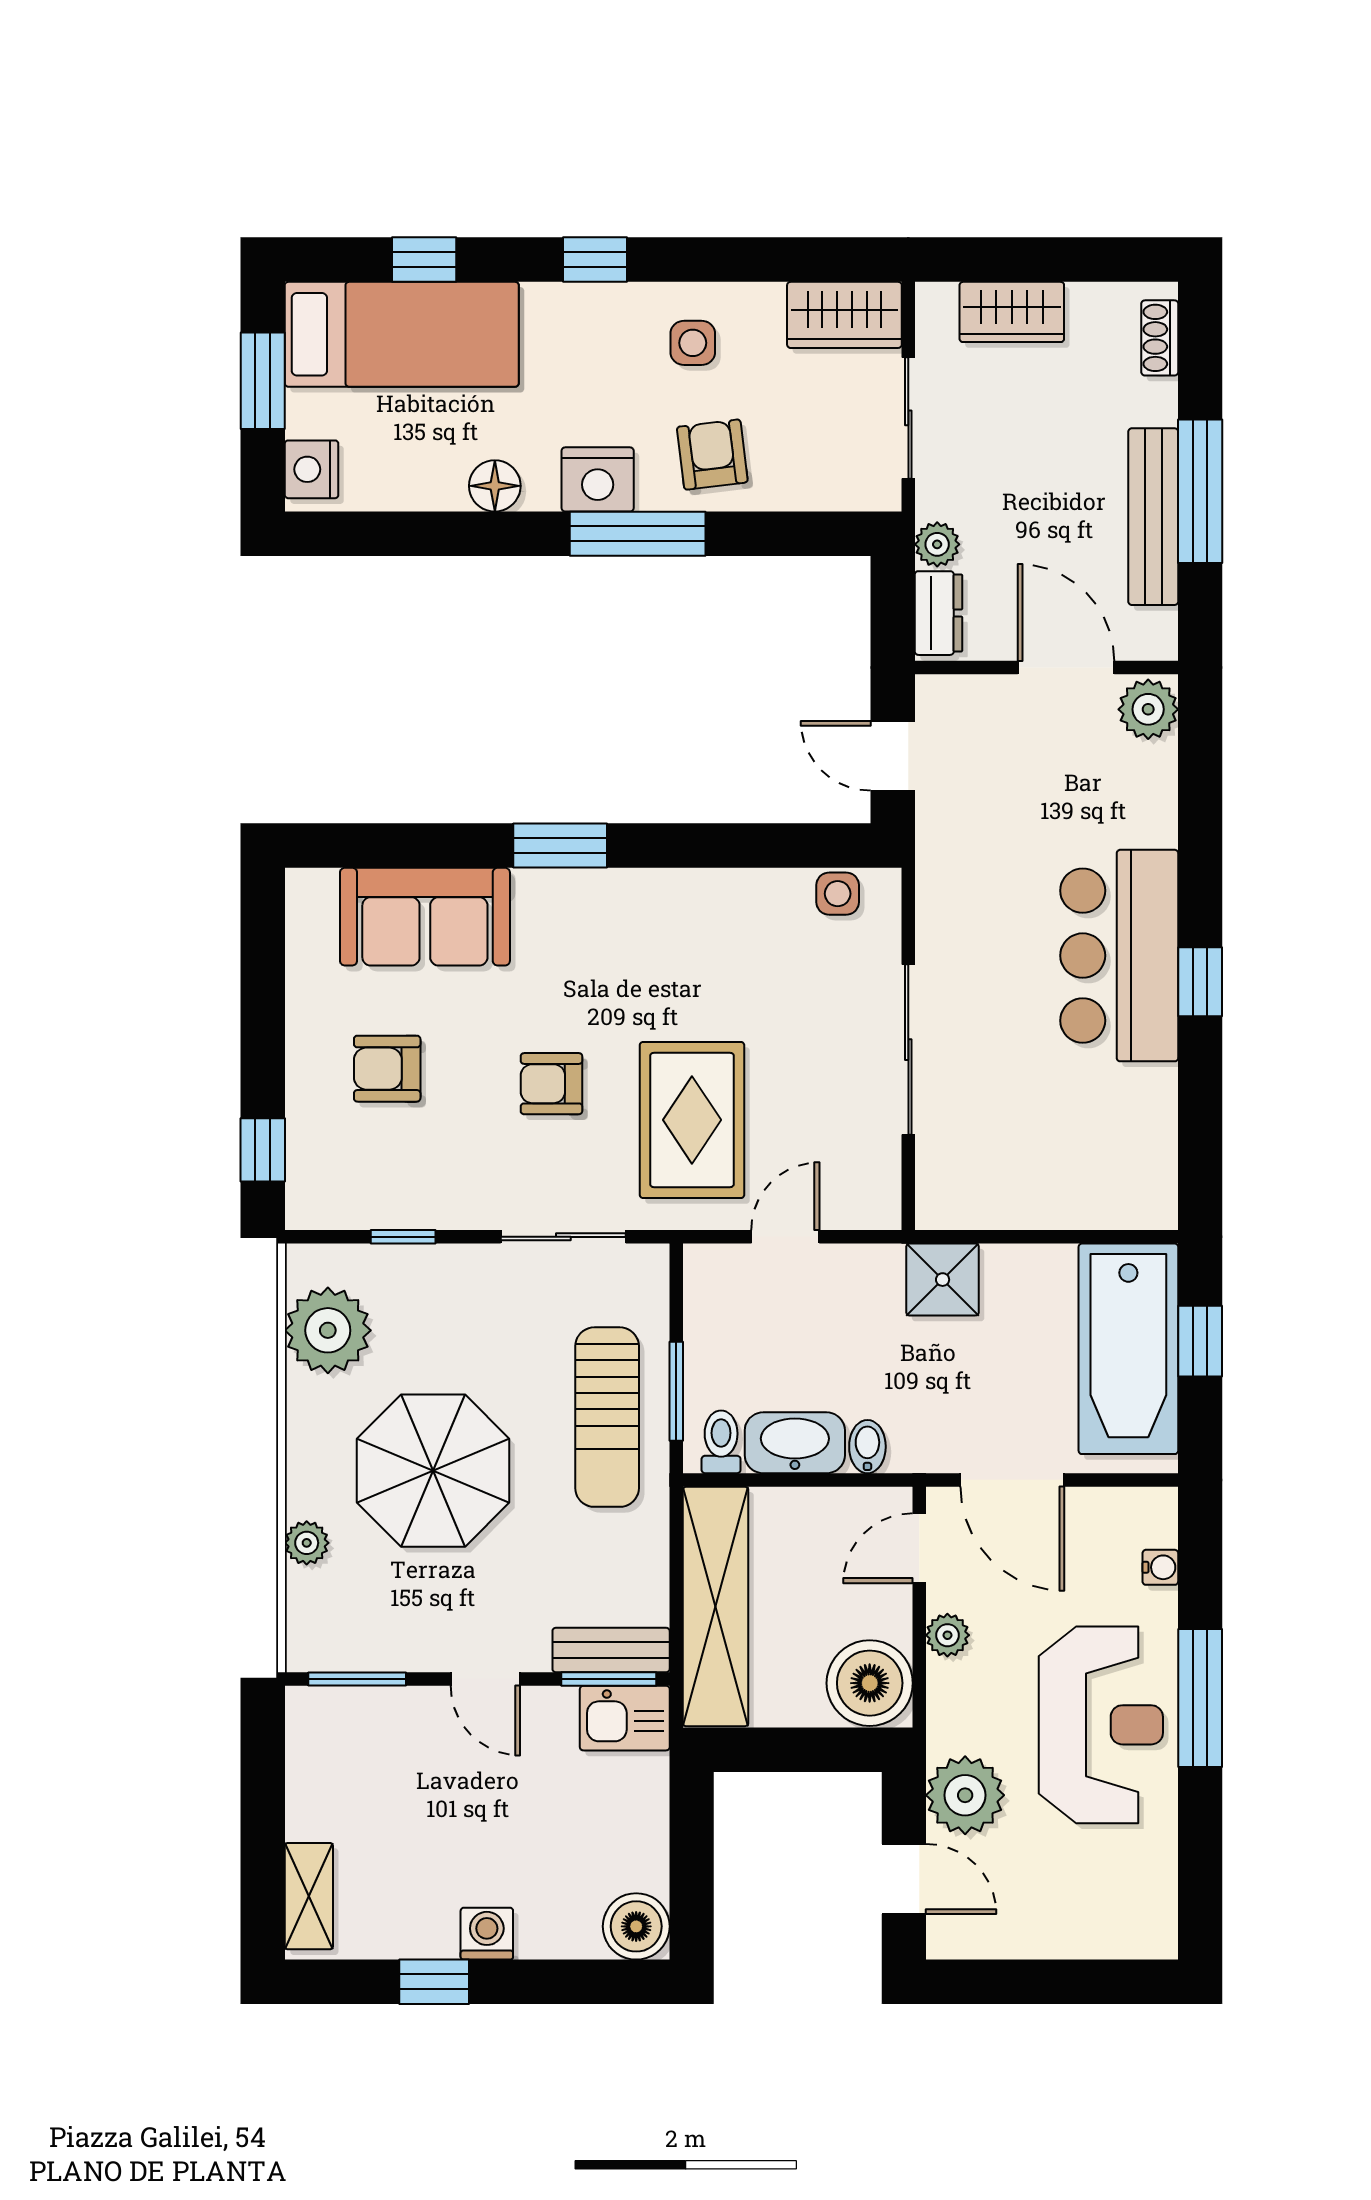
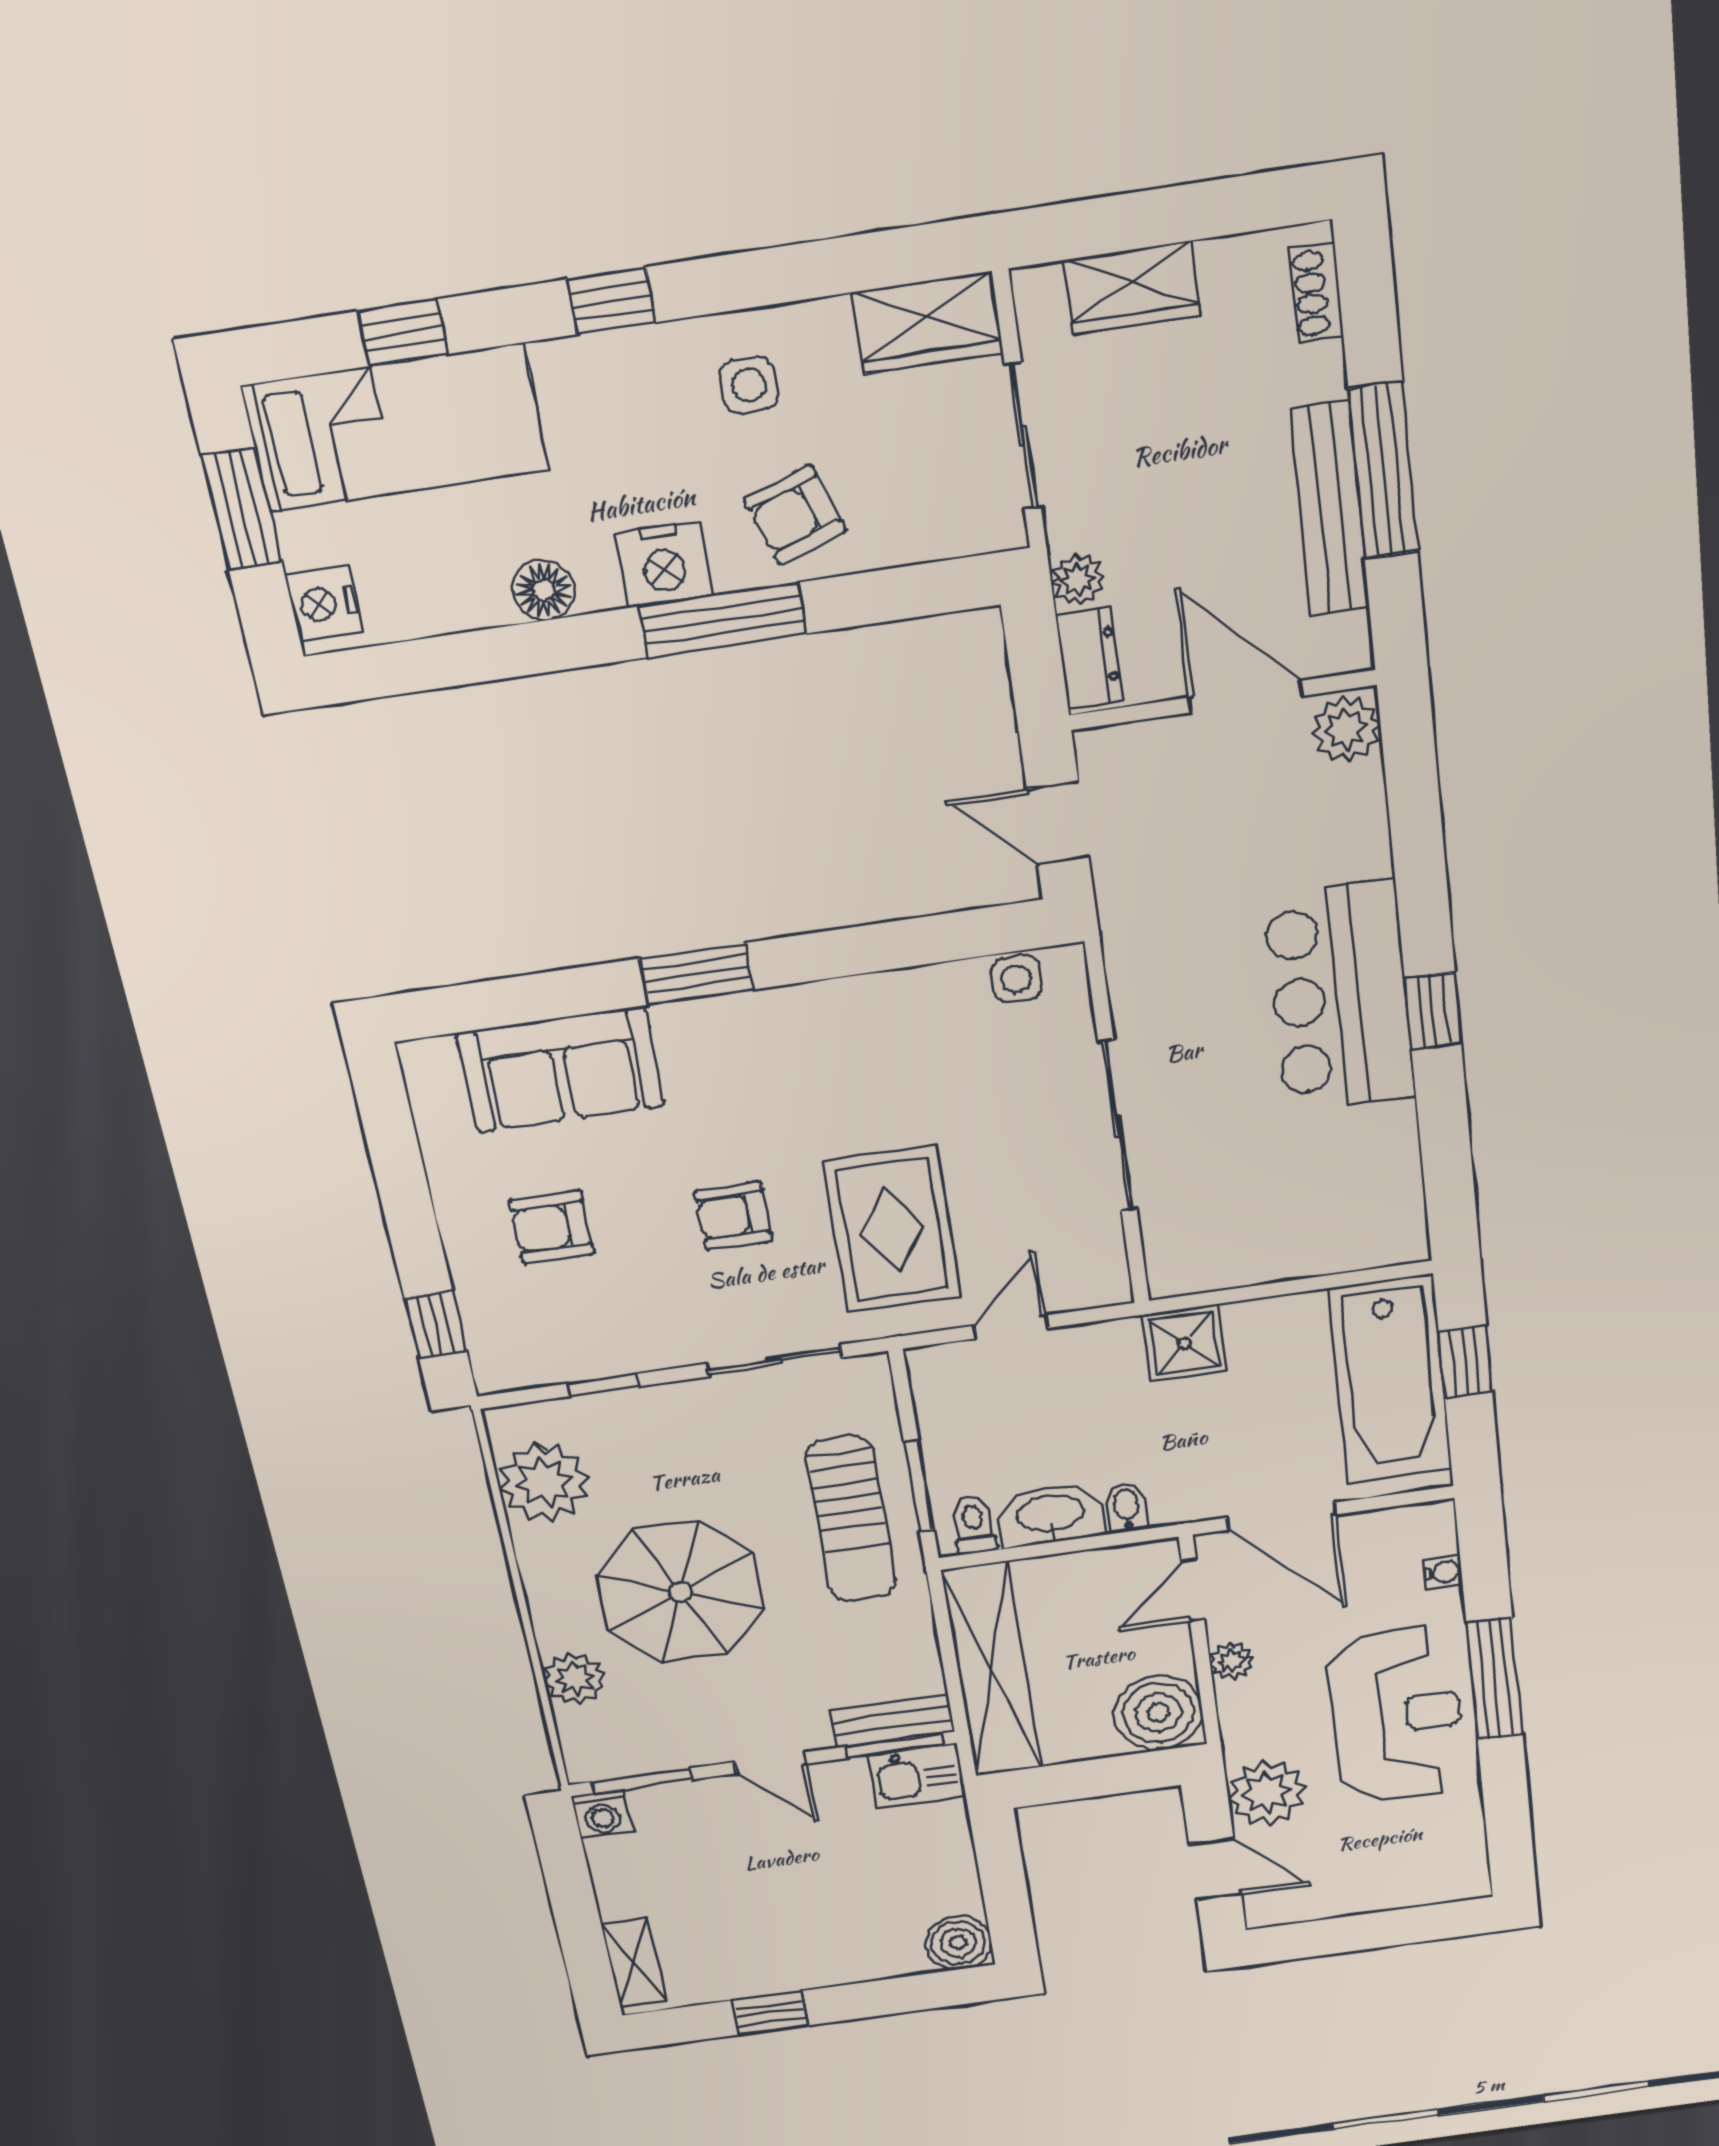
armchair: (712, 455) -> (795, 515), turned -102
plant: (307, 1543) -> (575, 1679), width x1.38, depth x1.38
washing machine: (487, 1934) -> (602, 1814), moved, turned 180

